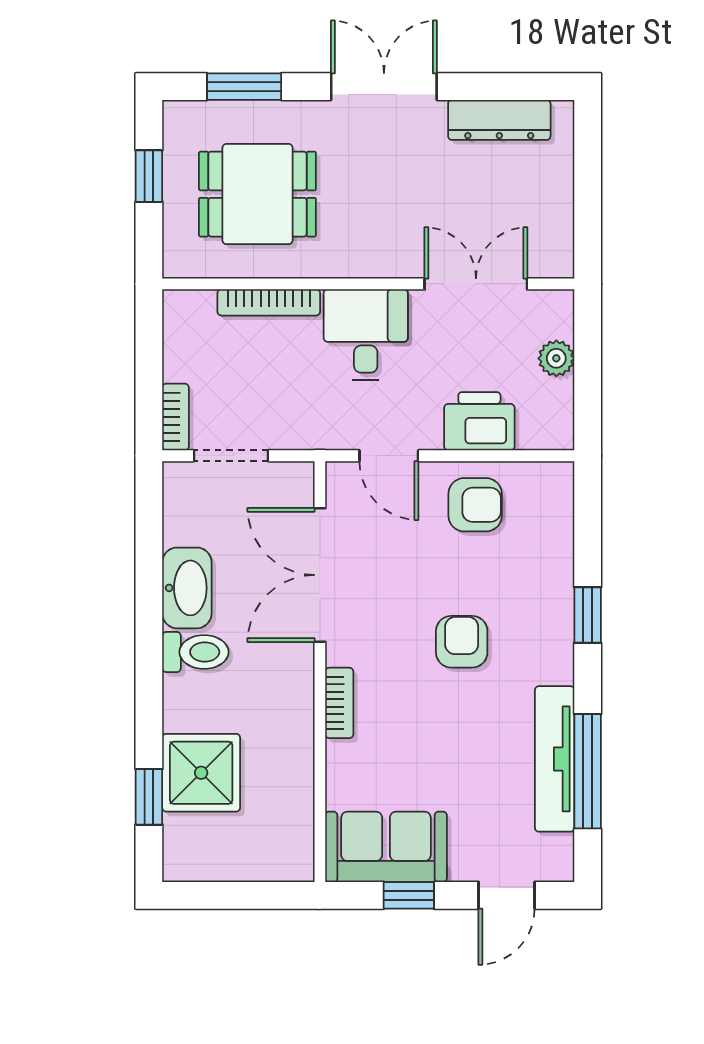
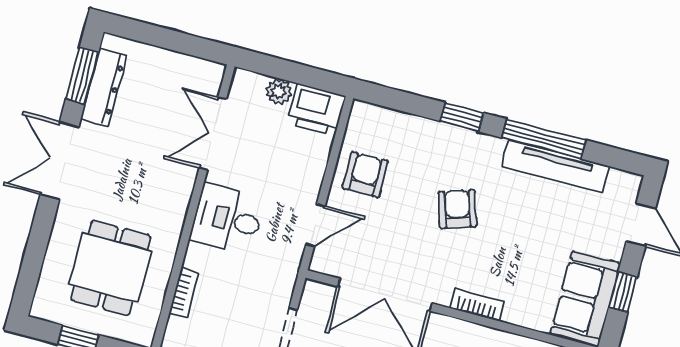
window: (244, 87) -> (82, 76), moved
bookcase: (269, 302) -> (184, 293), width x0.64
printer: (479, 421) -> (316, 110), moved, turned -90
armchair: (462, 642) -> (457, 209), turned 72
window: (588, 771) -> (544, 139), moved

